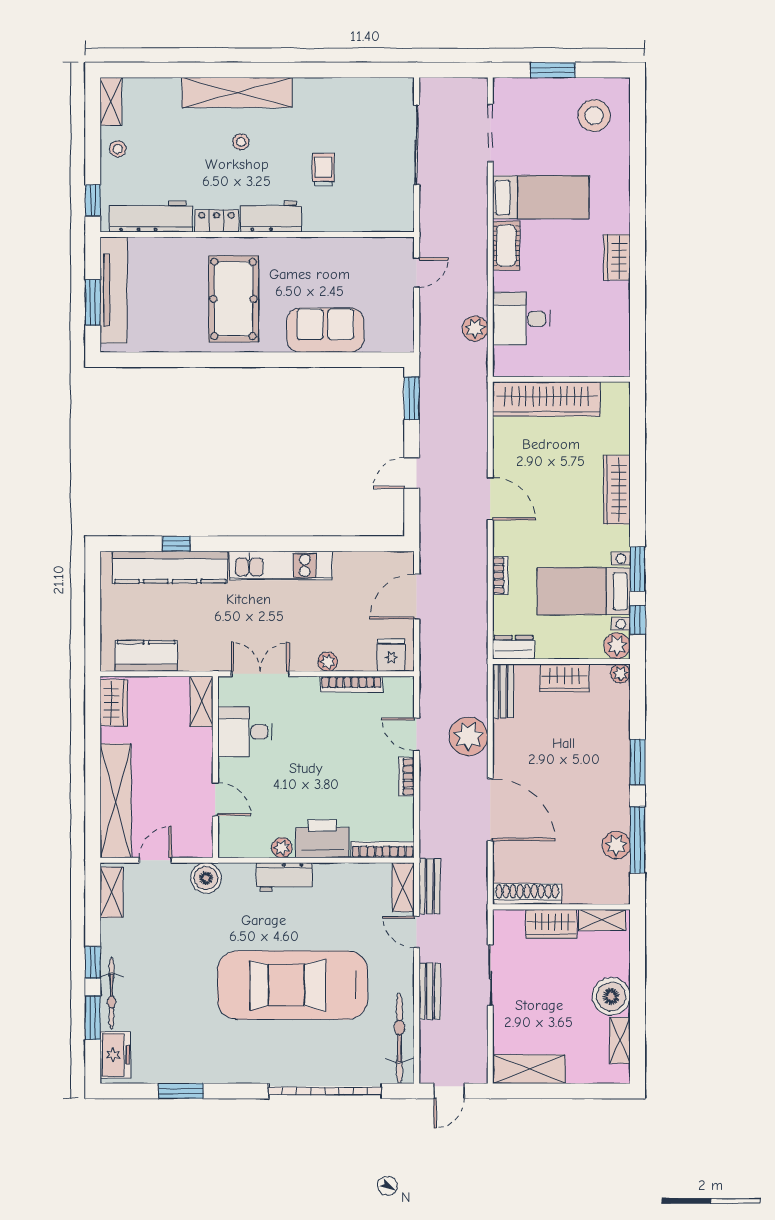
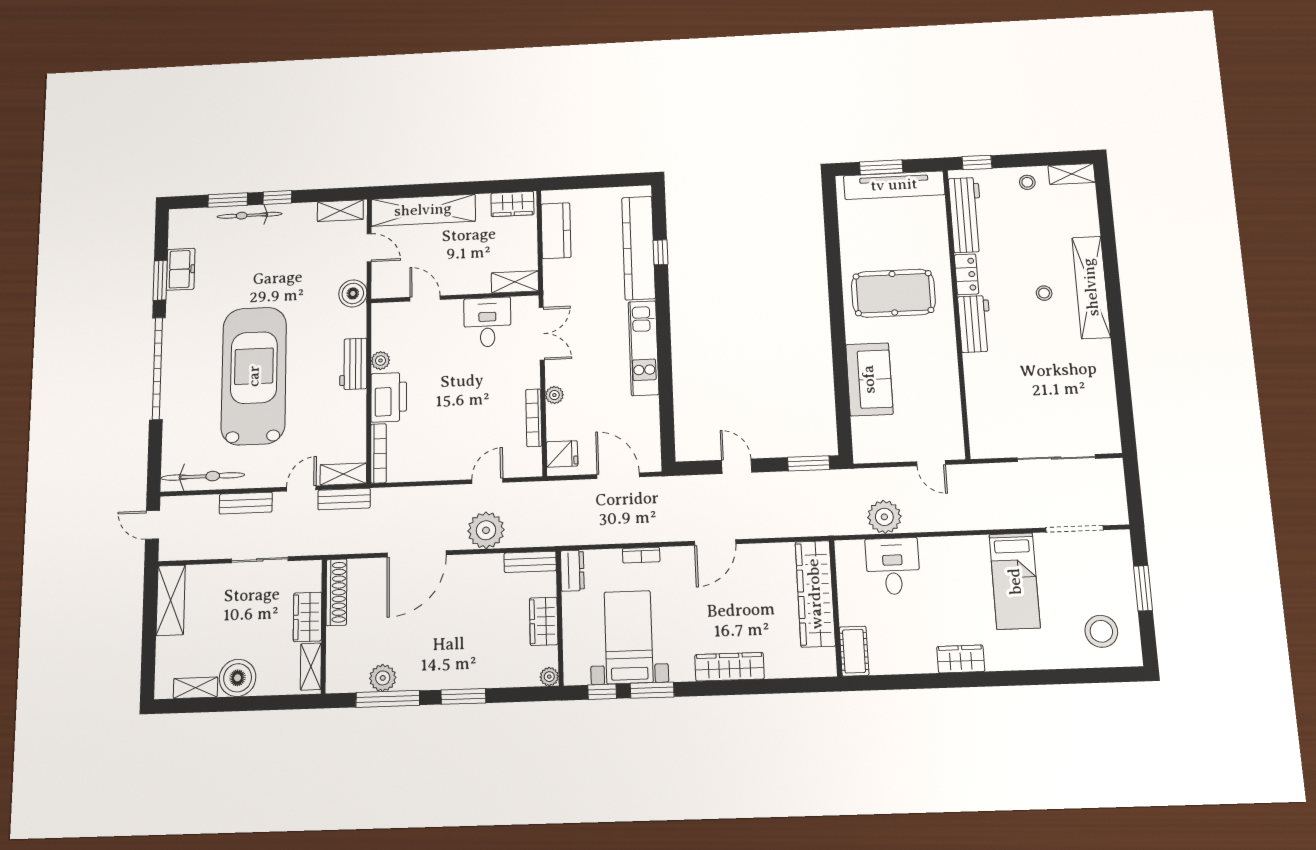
trolley: (323, 170) -> (1024, 371), removed
cot: (506, 246) -> (854, 651), moved, turned 90
plant: (475, 329) -> (884, 517), width x1.36, depth x1.36
plant: (617, 646) -> (576, 672), removed
bookcase: (406, 777) -> (447, 473), removed
door: (215, 799) -> (425, 298), swing flipped
freezer: (115, 1055) -> (181, 269), moved, turned -90
garage door: (325, 1091) -> (157, 368), moved

